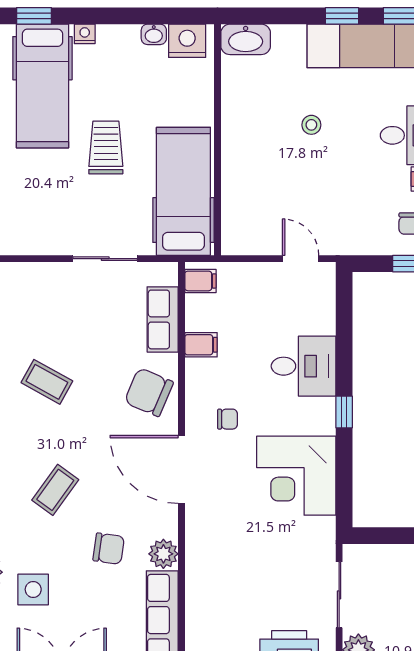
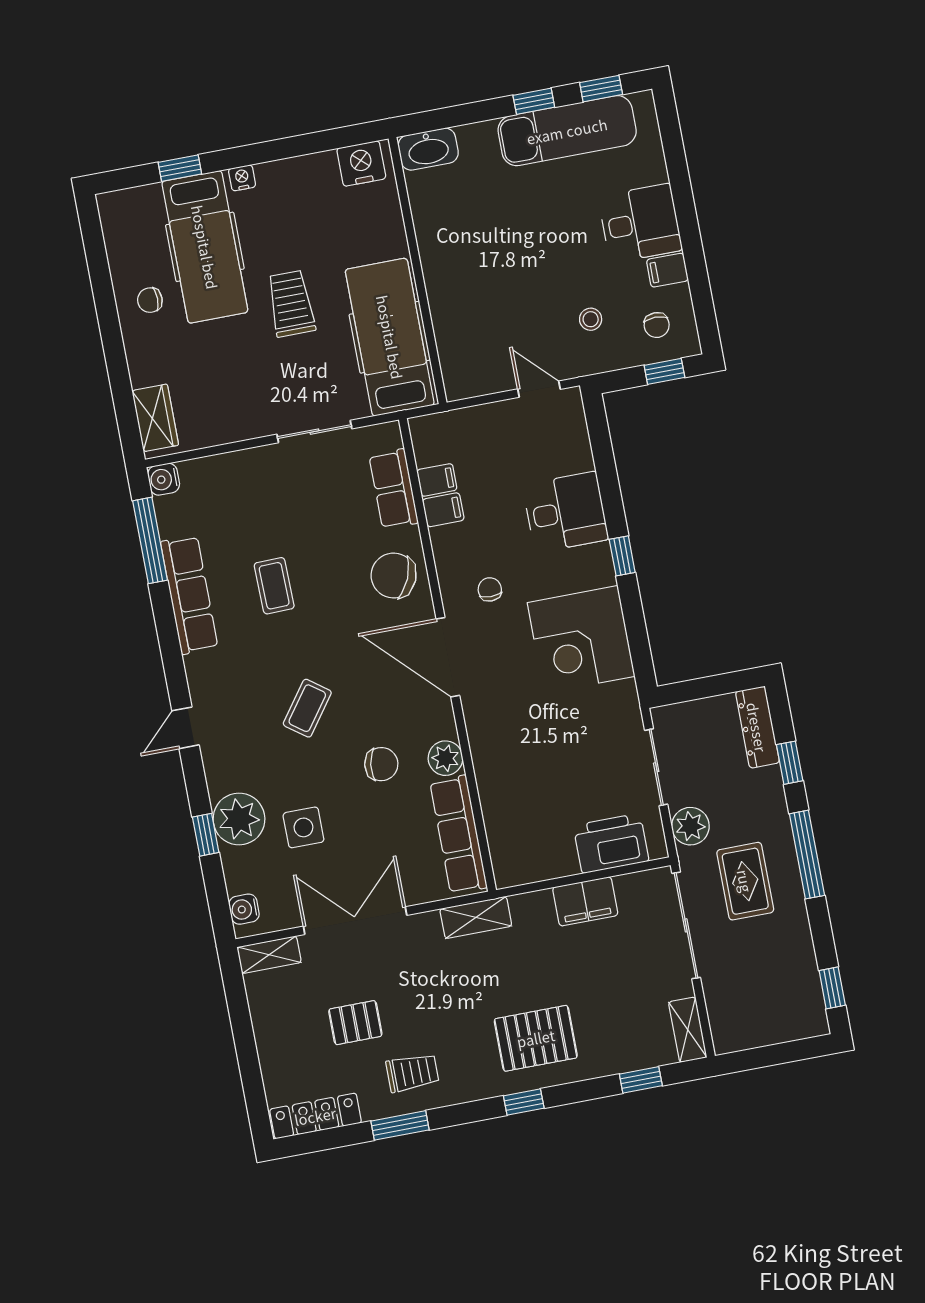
washbasin: (154, 34) -> (322, 163), removed
stool: (311, 125) -> (591, 319), moved
filing cabinet: (200, 281) -> (437, 480), moved
coffee table: (47, 382) -> (274, 586), turned 60
chair: (227, 419) -> (490, 589), turned -90

